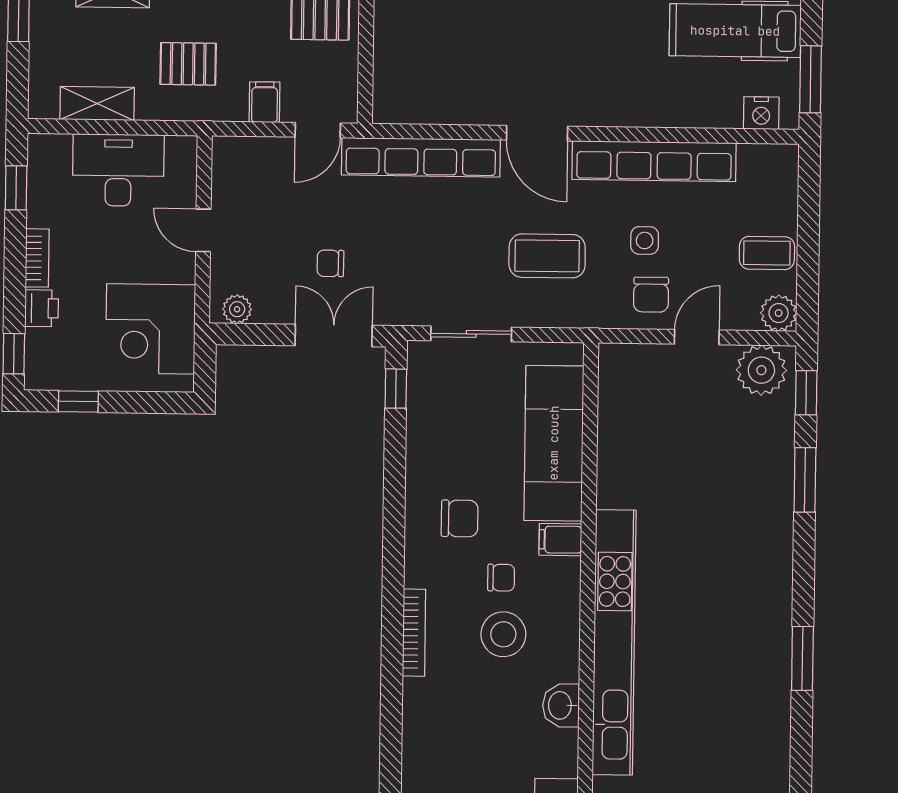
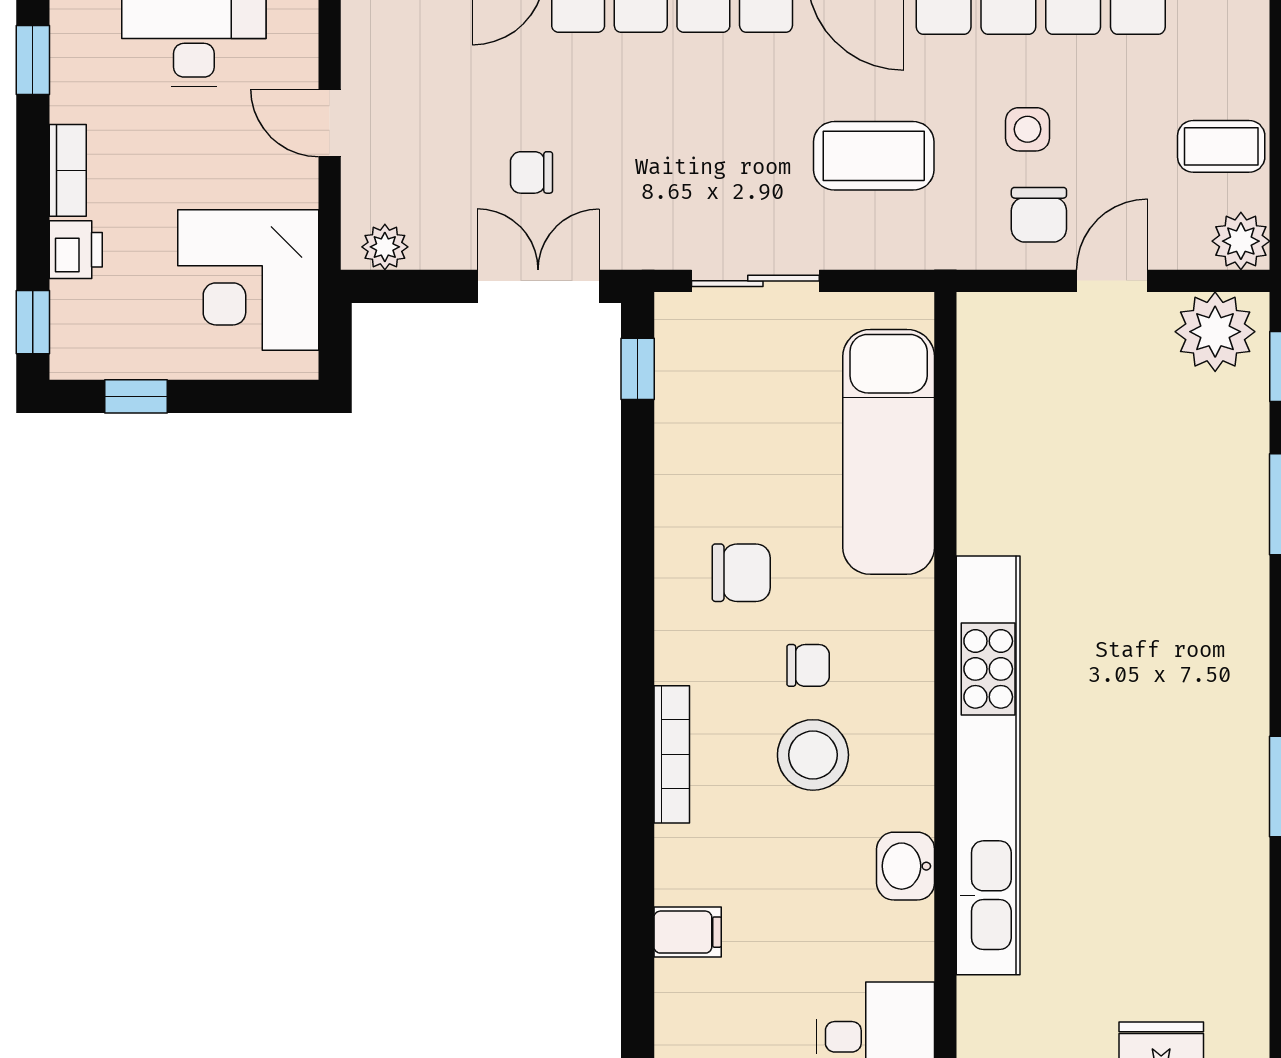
filing cabinet: (560, 540) -> (688, 932), moved, turned 180

